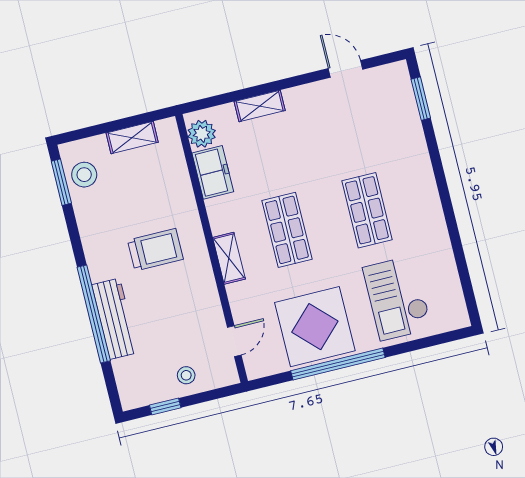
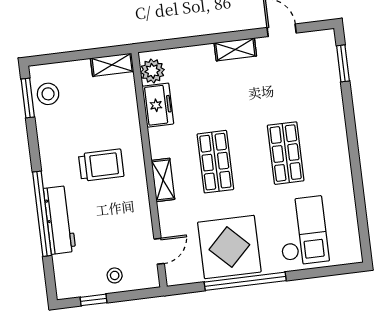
shelving: (260, 106) -> (235, 49), moved
shelving: (132, 138) -> (112, 65), moved
checkout: (397, 298) -> (303, 231), turned 180

